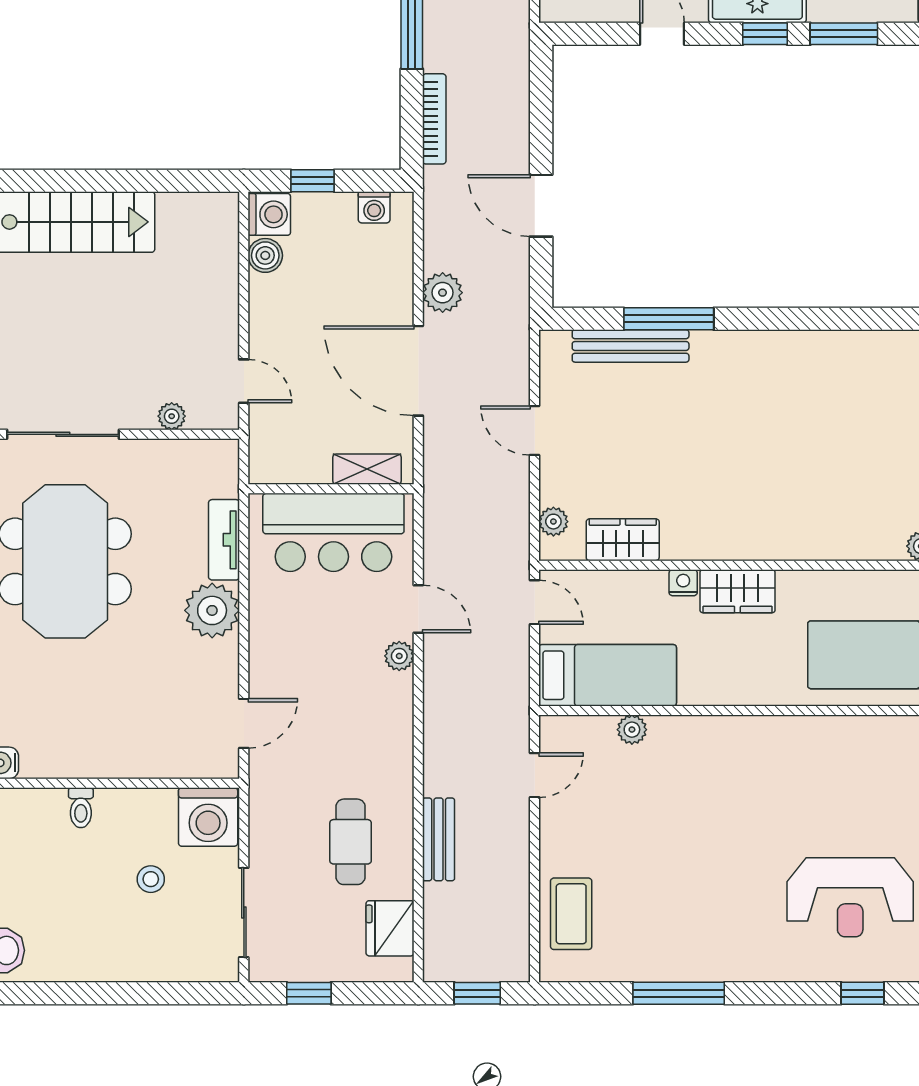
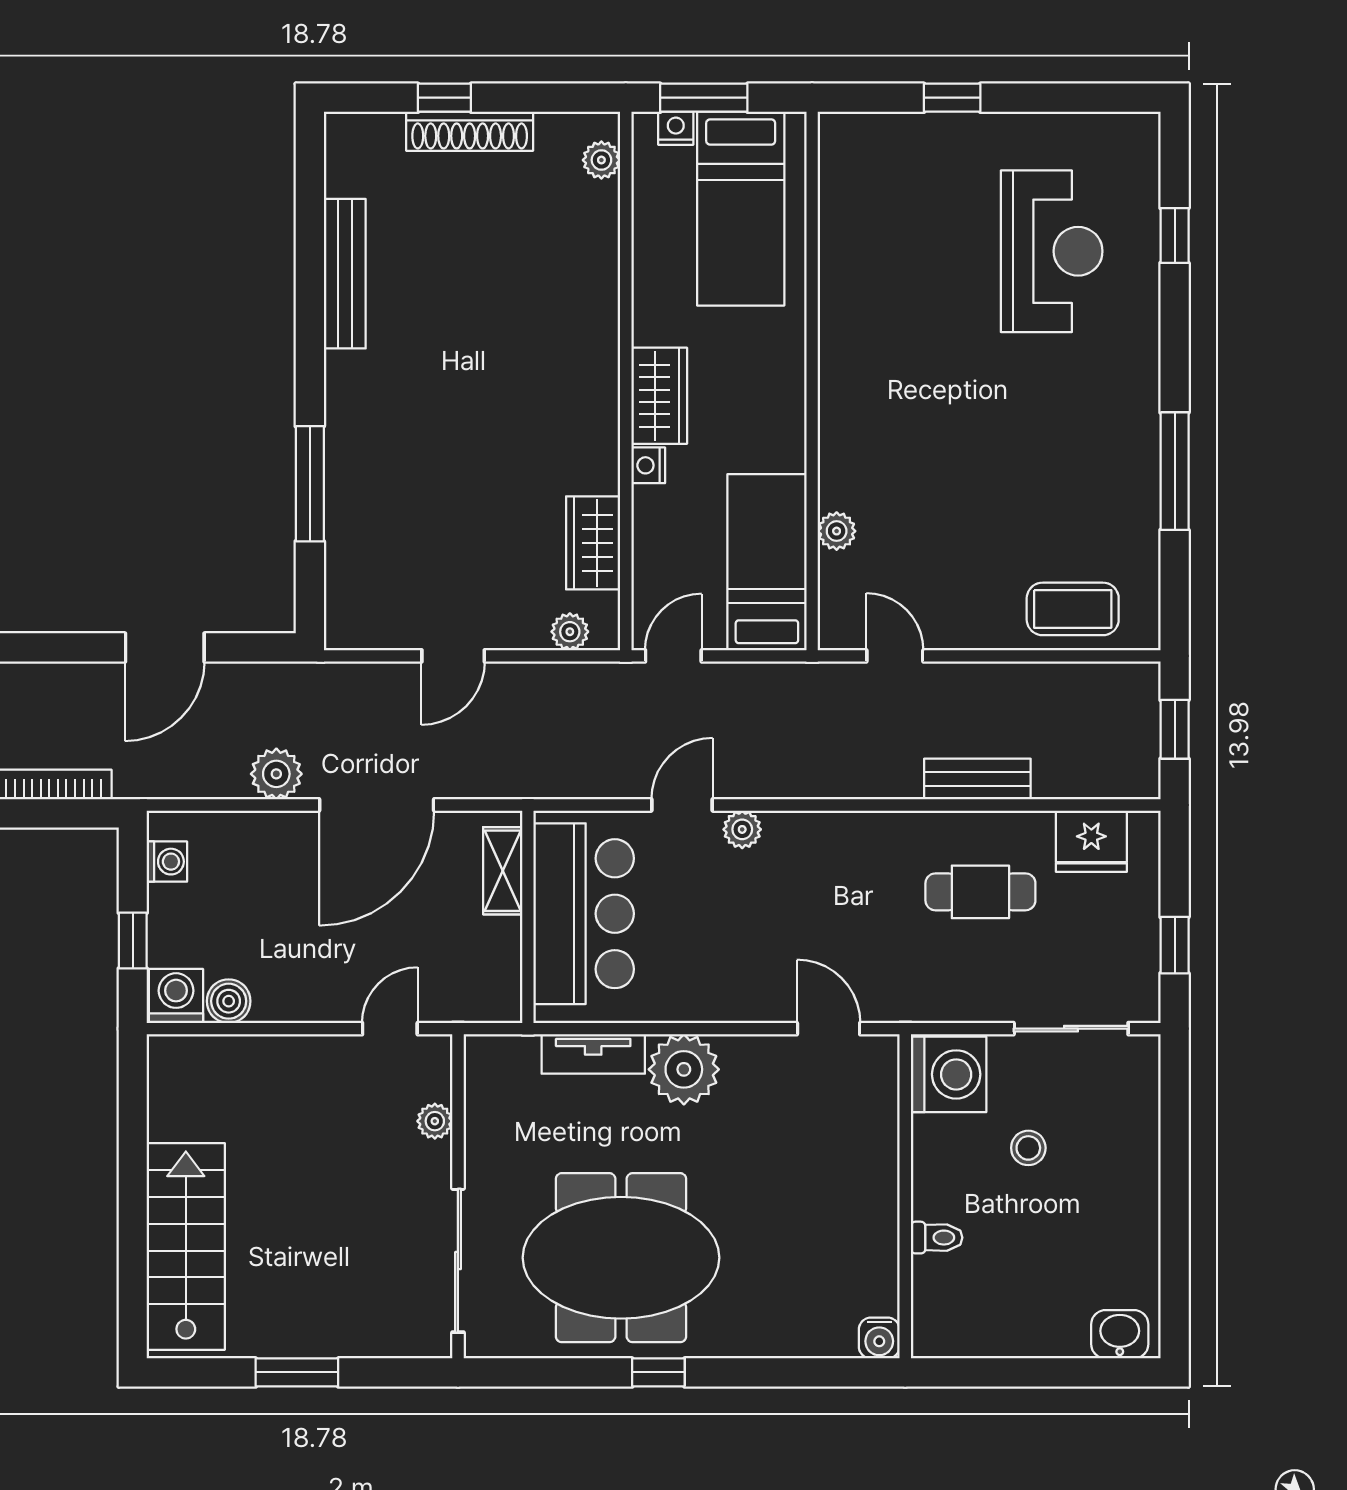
bench: (631, 346) -> (345, 274), moved

